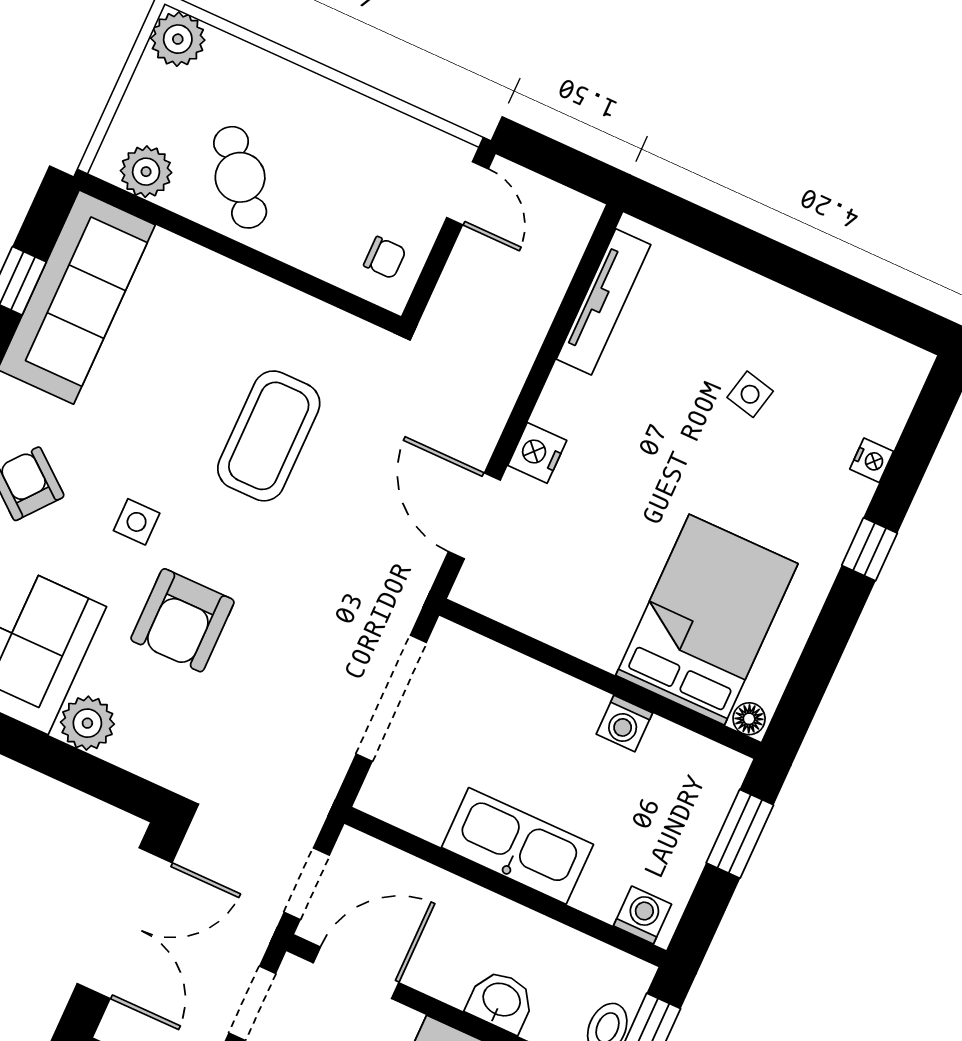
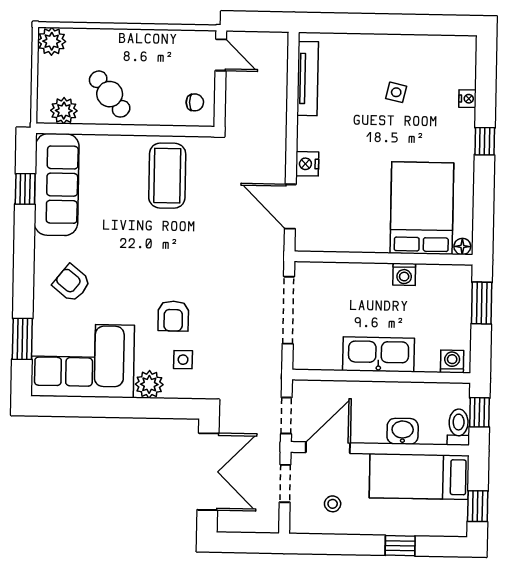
coffee table: (269, 436) -> (167, 176), moved
side table: (137, 522) -> (183, 360), moved
armchair: (183, 620) -> (173, 316), width x0.72, depth x0.72

